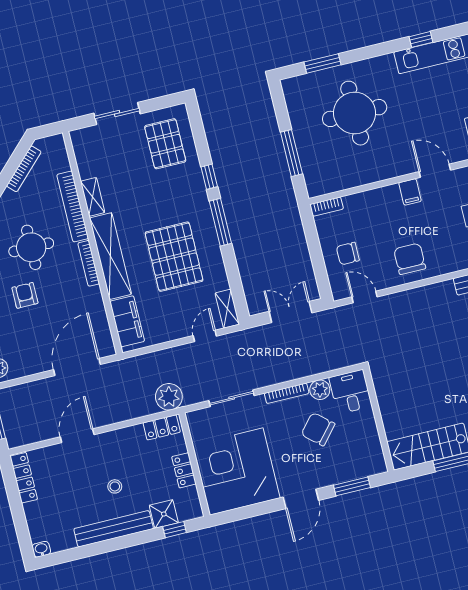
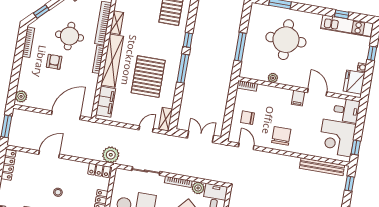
plant: (360, 178) -> (273, 78), added

